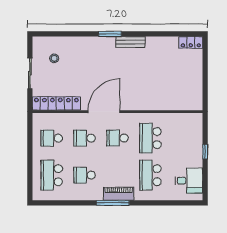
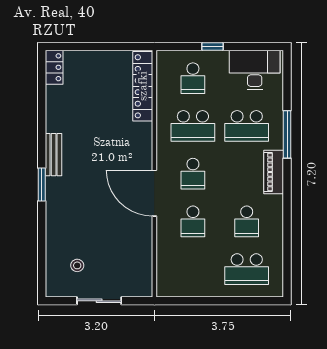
locker: (56, 103) -> (143, 86), moved
school desk: (52, 138) -> (193, 78), moved
desk: (189, 181) -> (255, 70), width x1.37
window: (113, 203) -> (287, 134), moved

